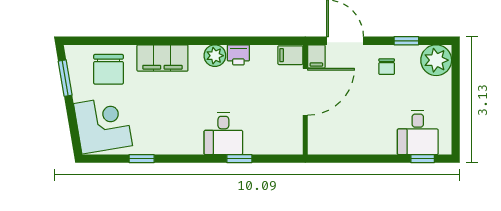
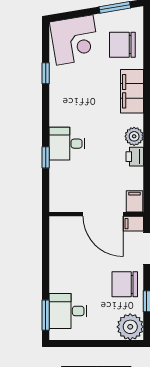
chair: (387, 67) -> (125, 284), width x1.87, depth x1.87
window: (423, 159) -> (46, 315), width x1.50

